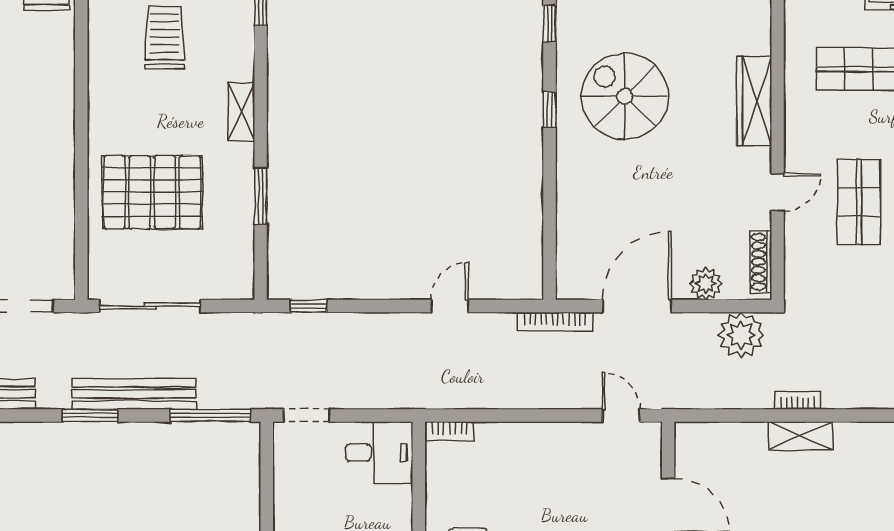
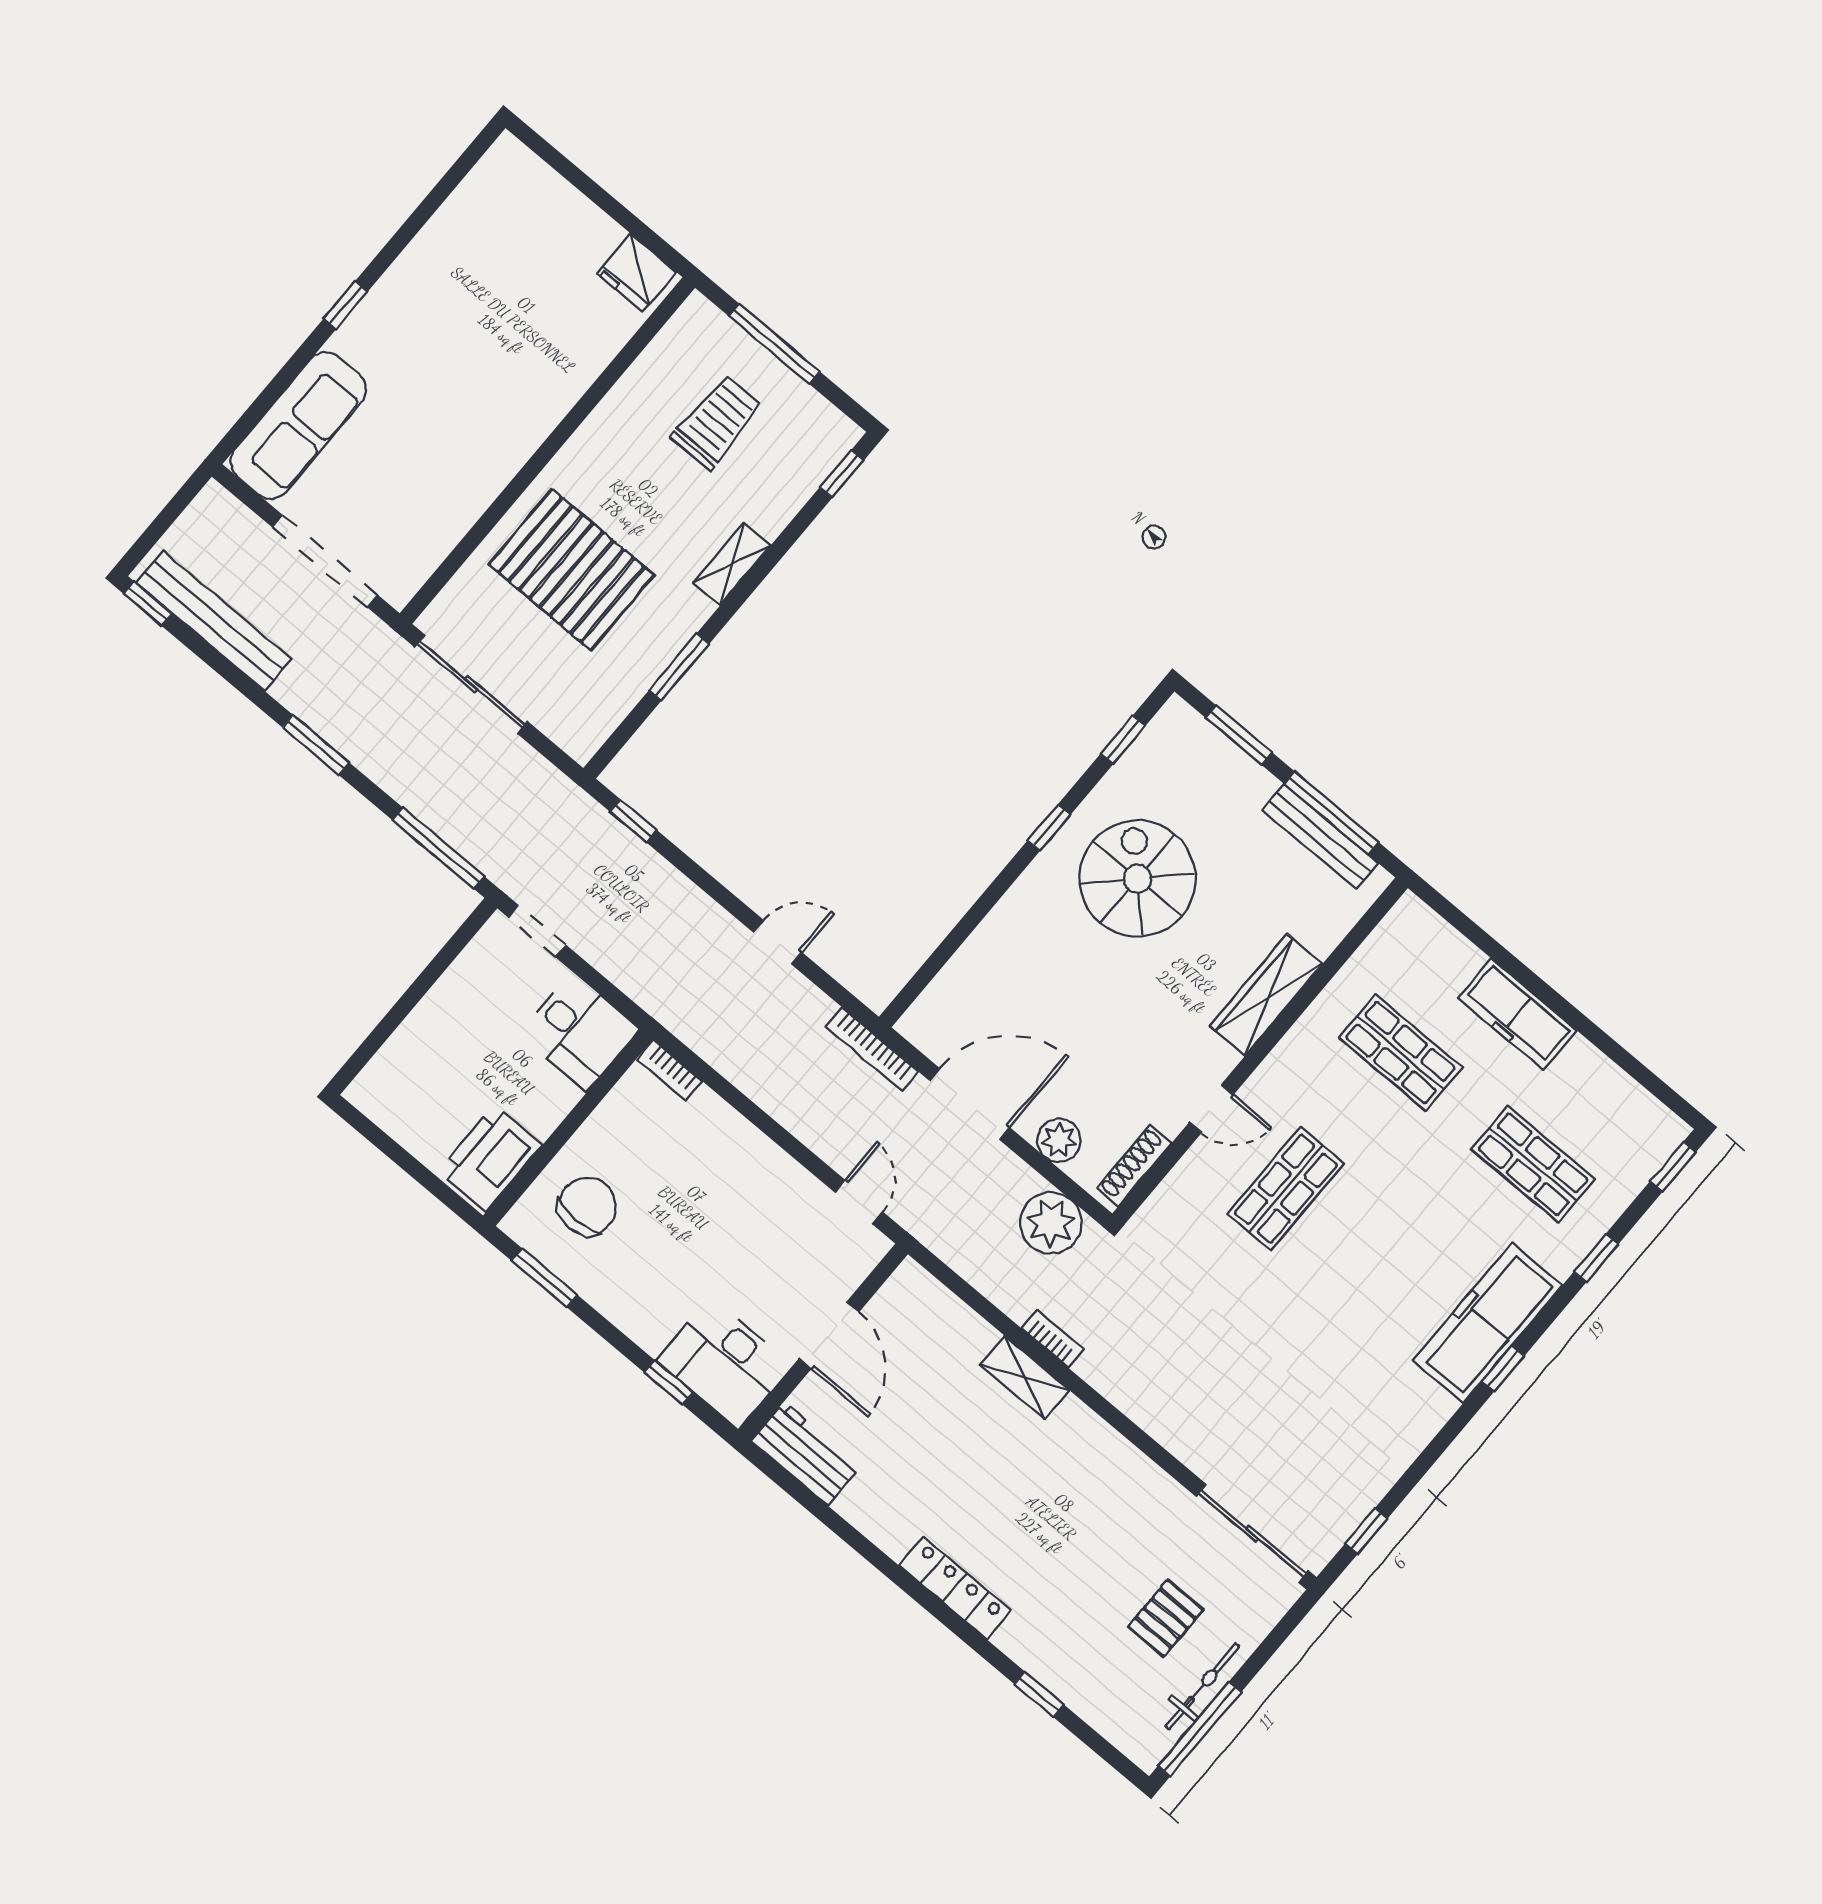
bench: (134, 394) -> (379, 760), removed

